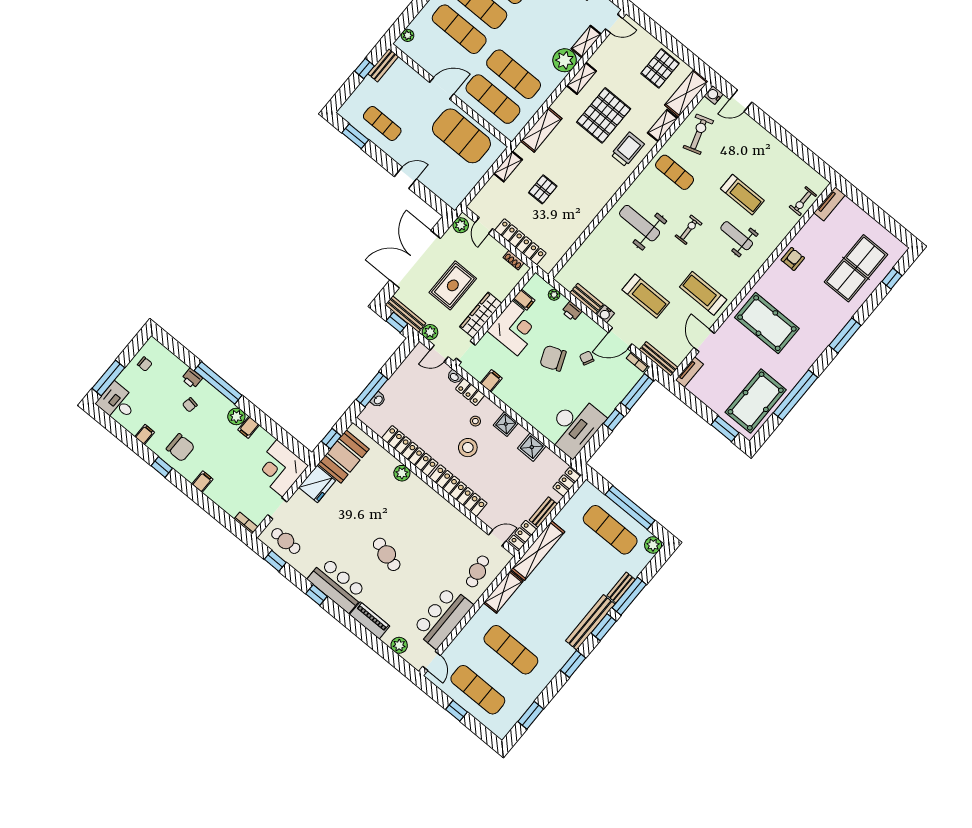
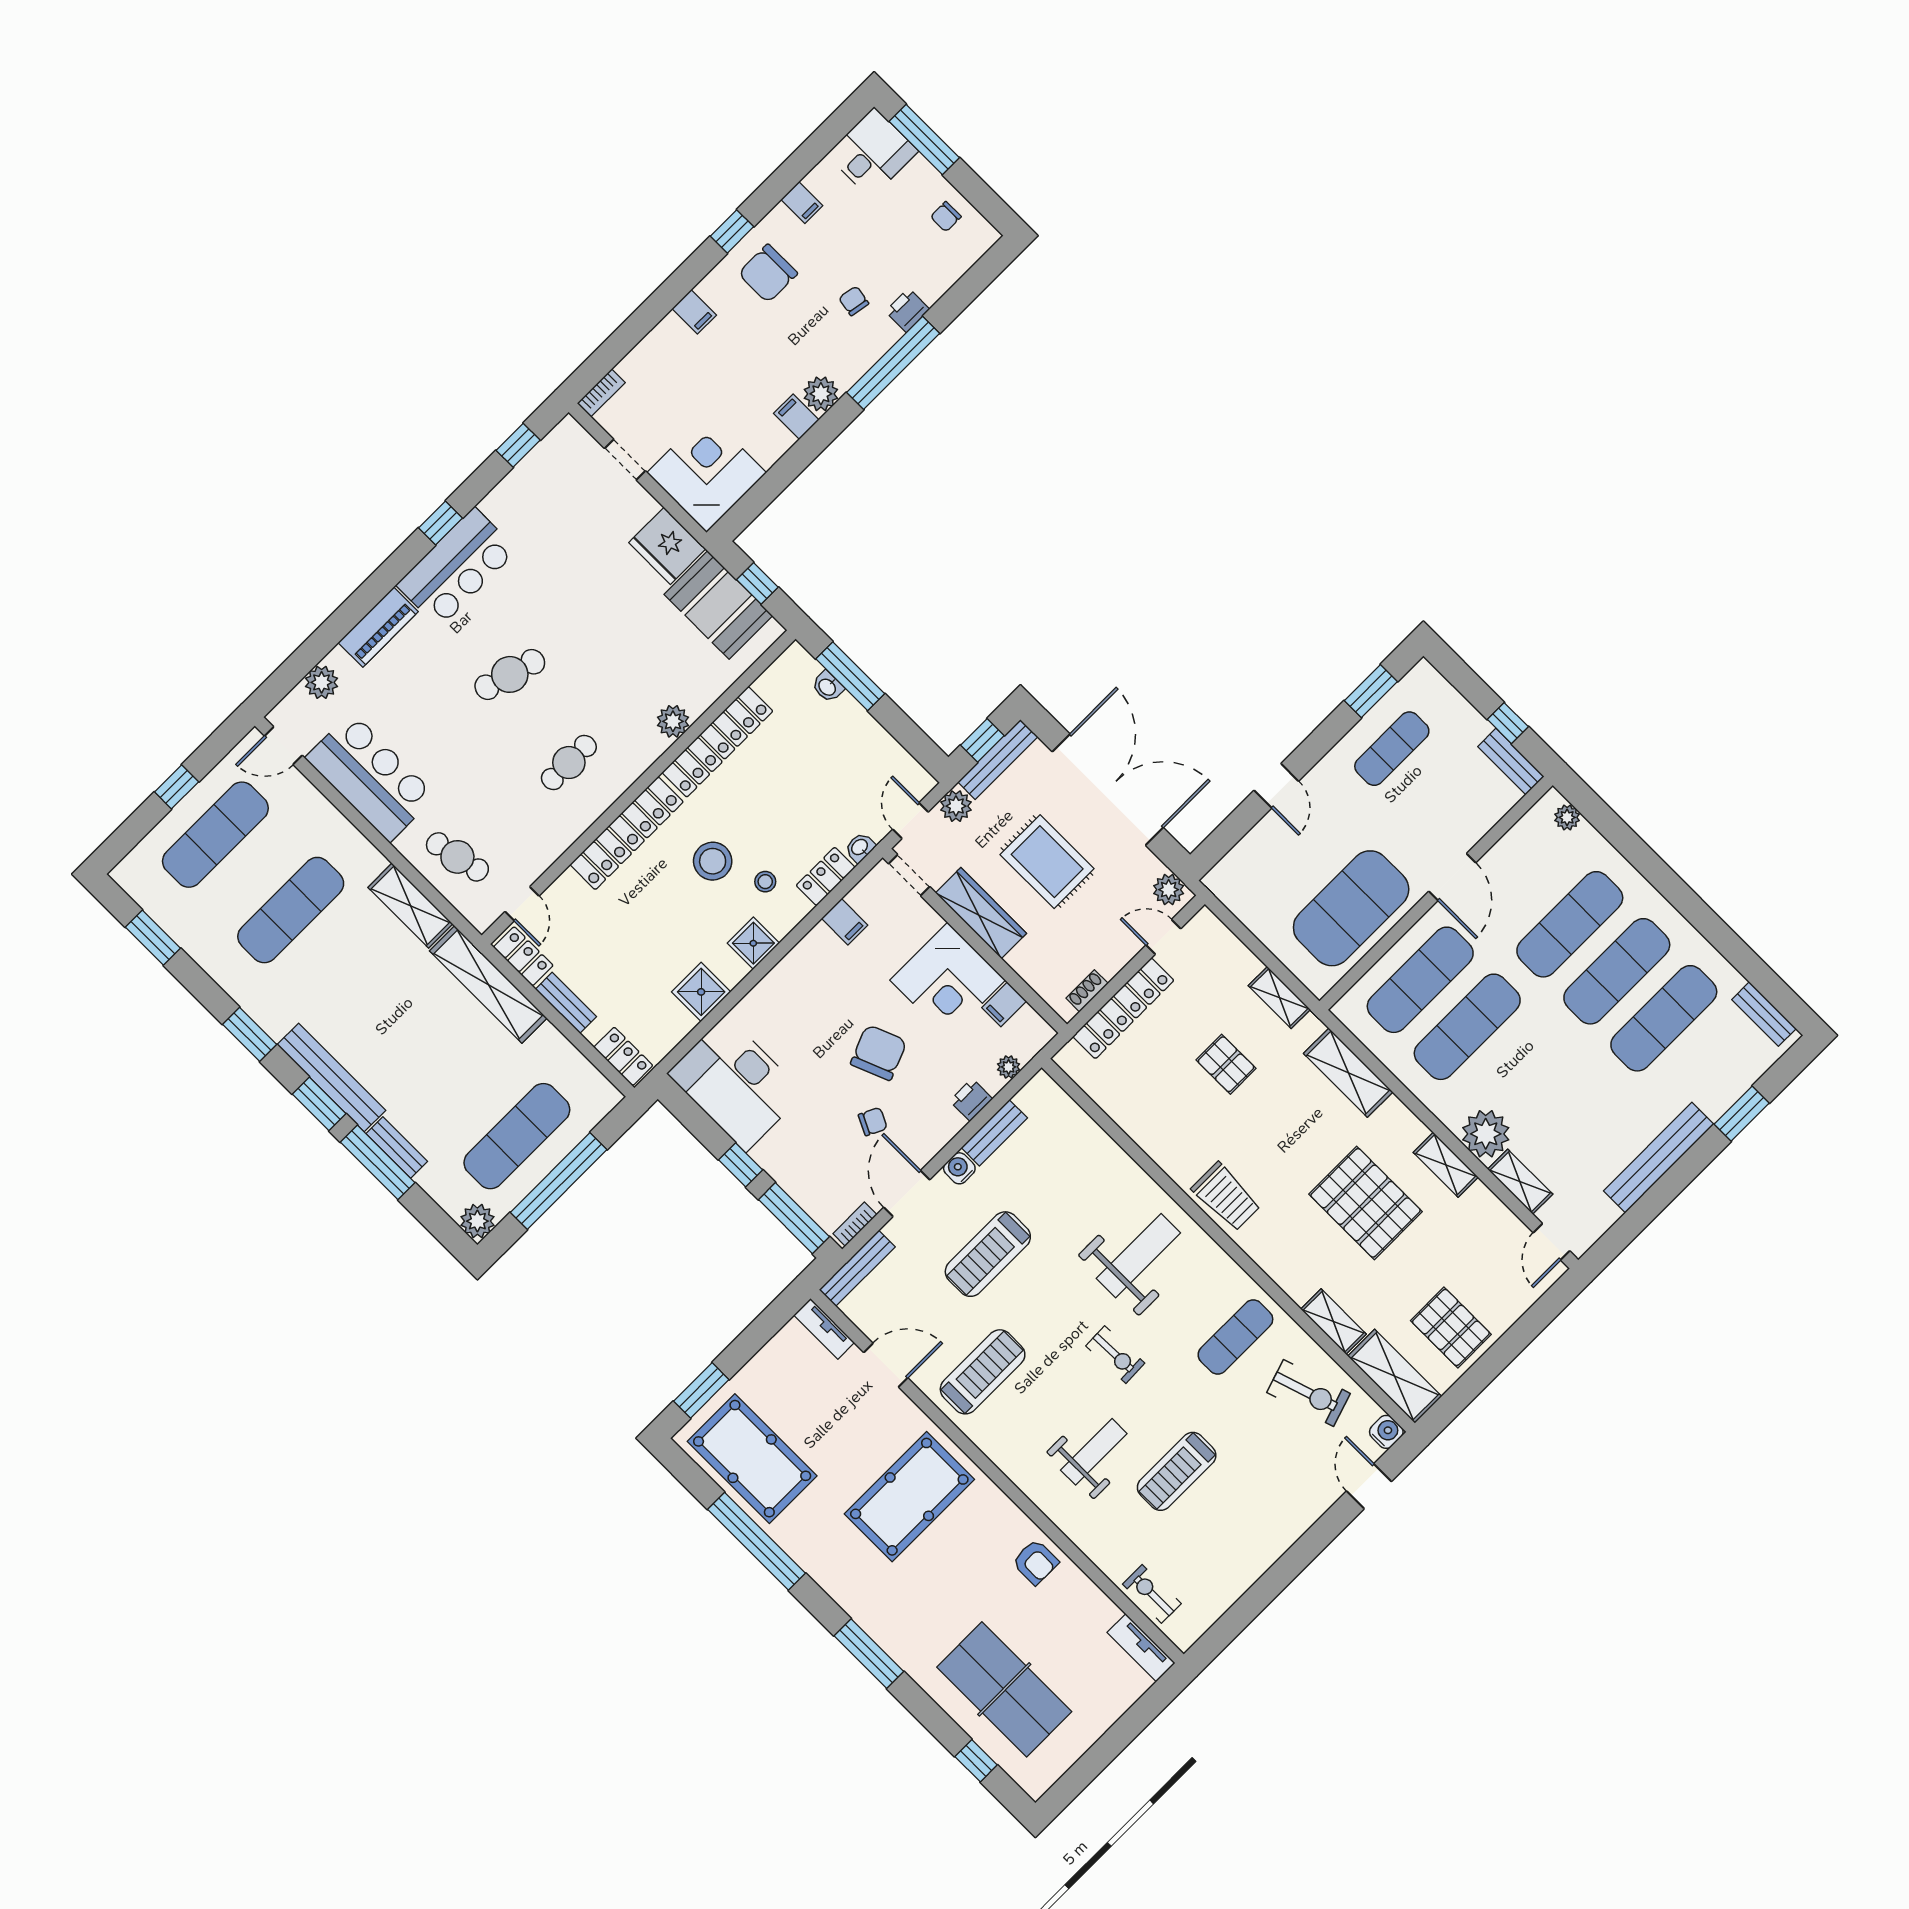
trolley: (628, 149) -> (1226, 1197), moved
cafe table: (286, 541) -> (569, 763), moved

